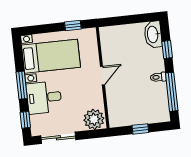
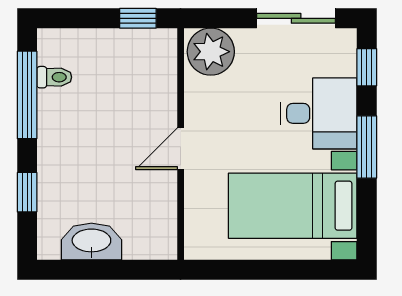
window: (73, 26) -> (235, 270), removed
washbasin: (153, 34) -> (91, 242), moved, turned -90
toilet: (158, 77) -> (54, 77), moved
window: (140, 129) -> (138, 18), moved

